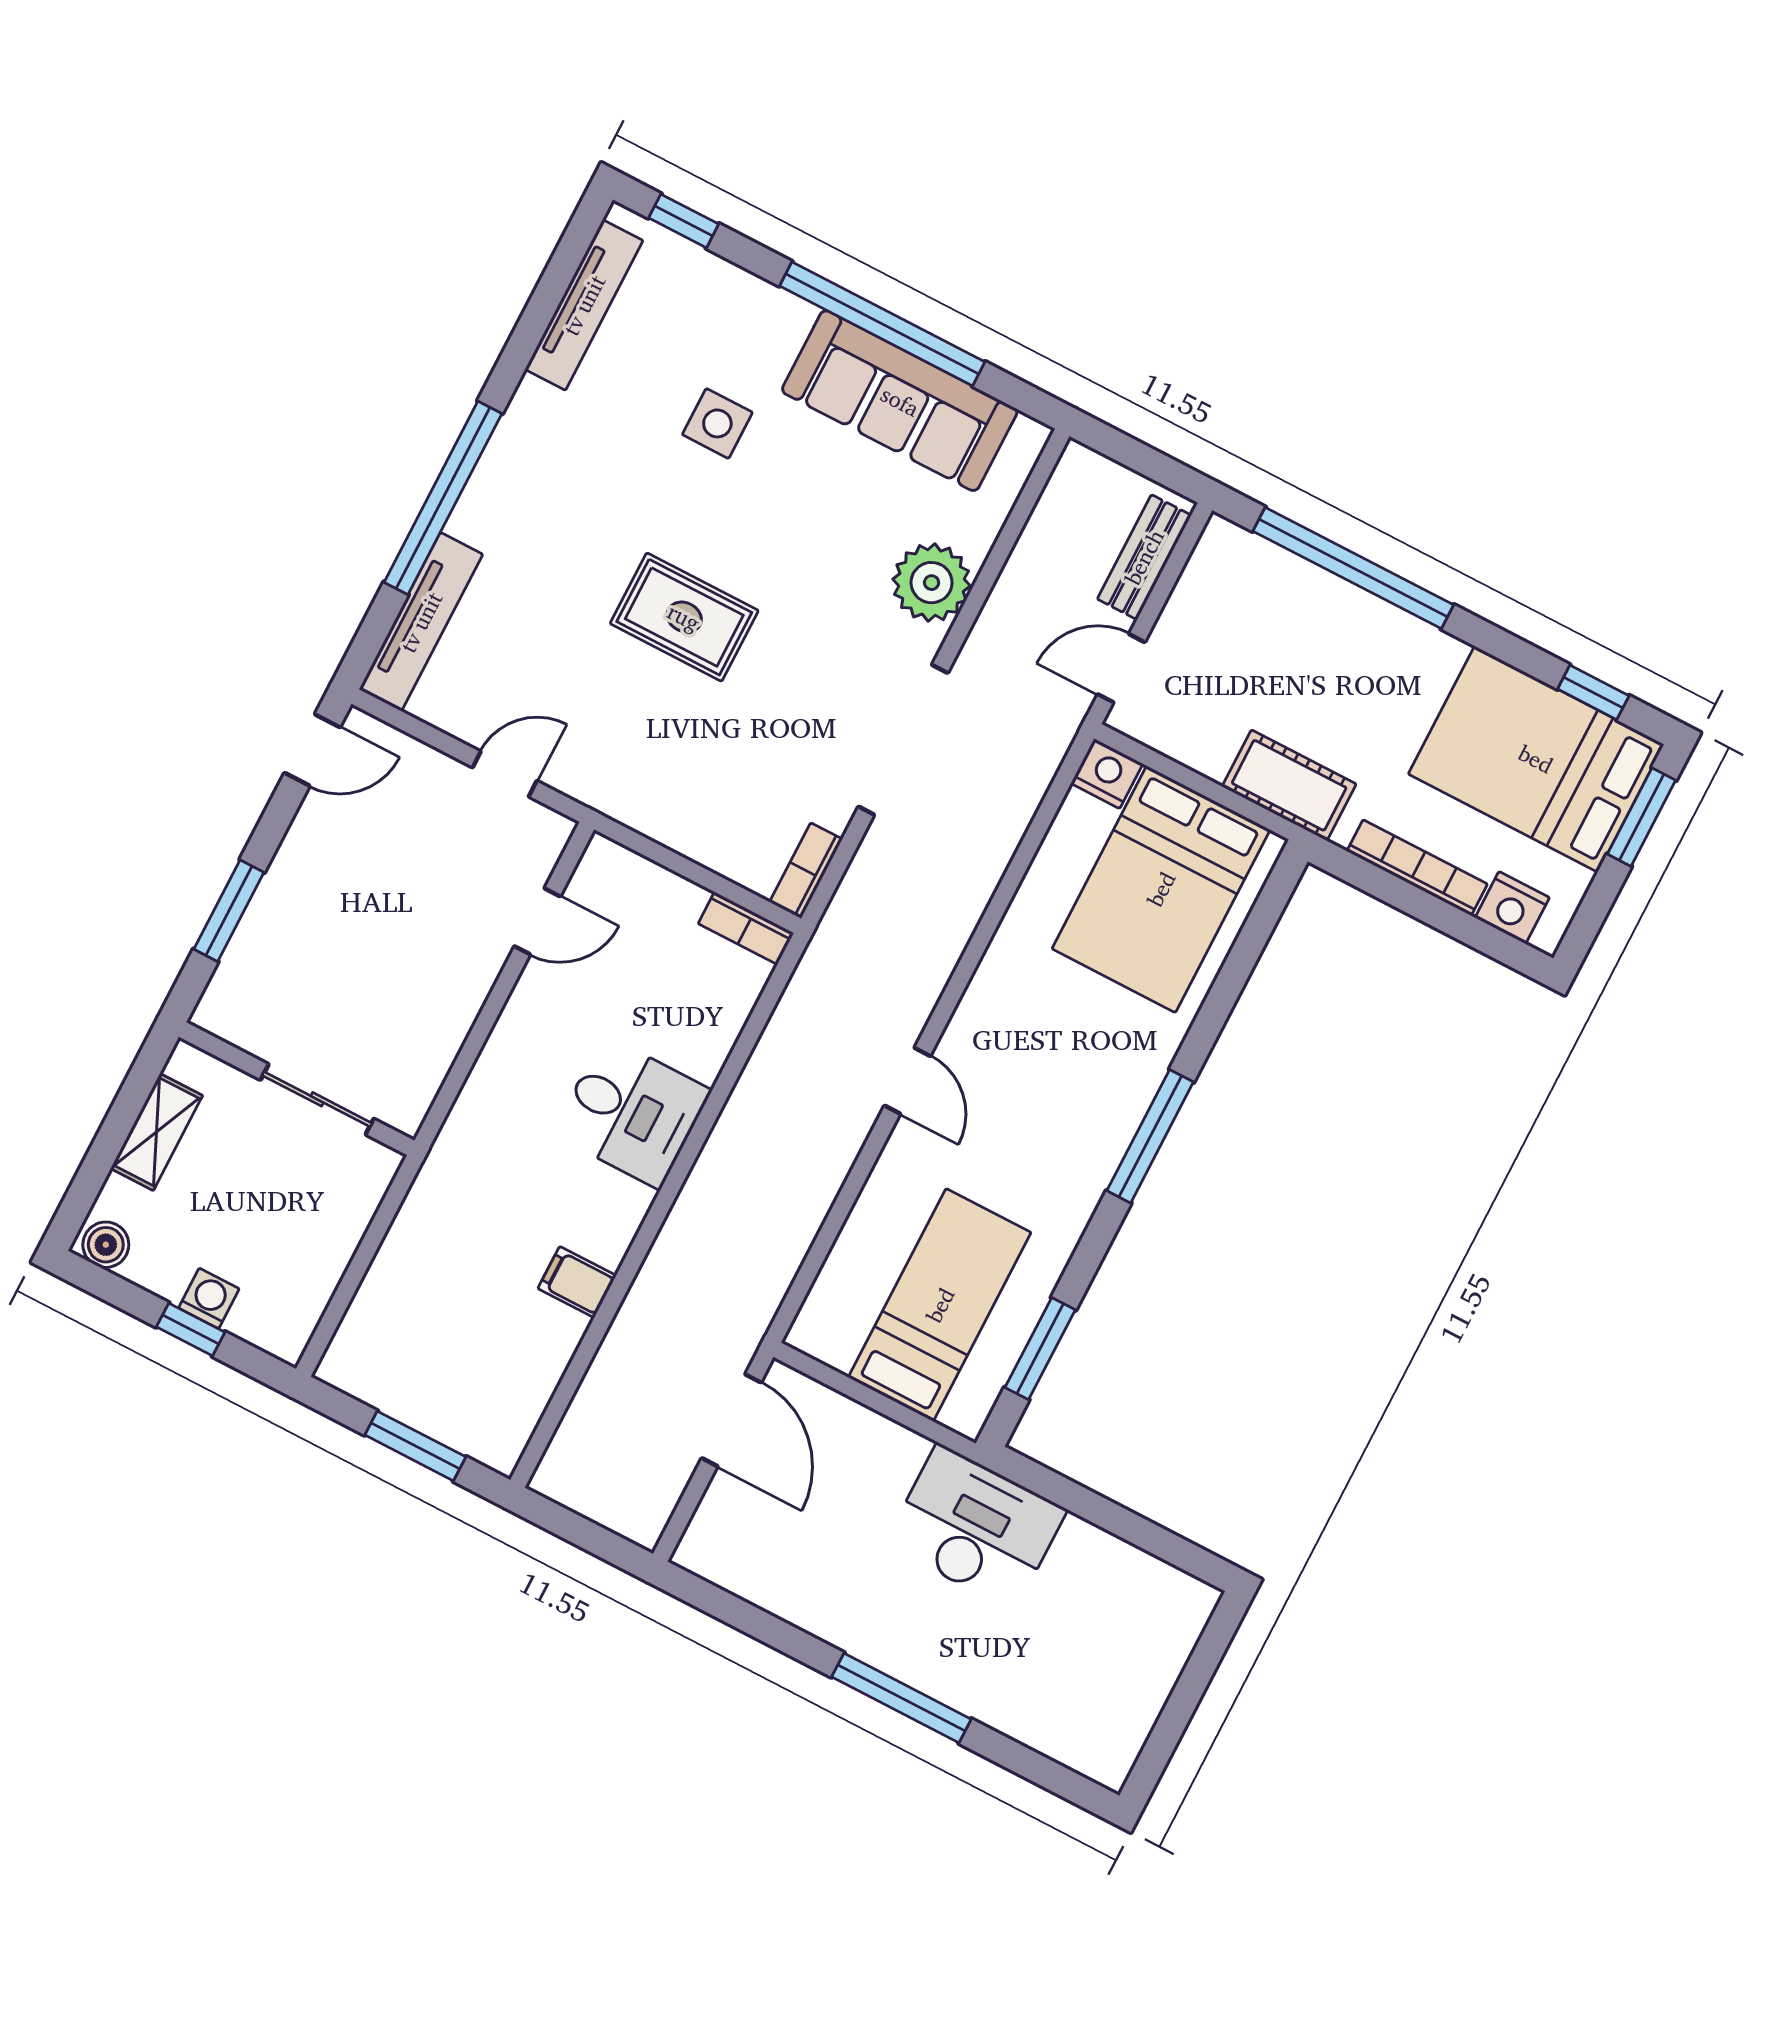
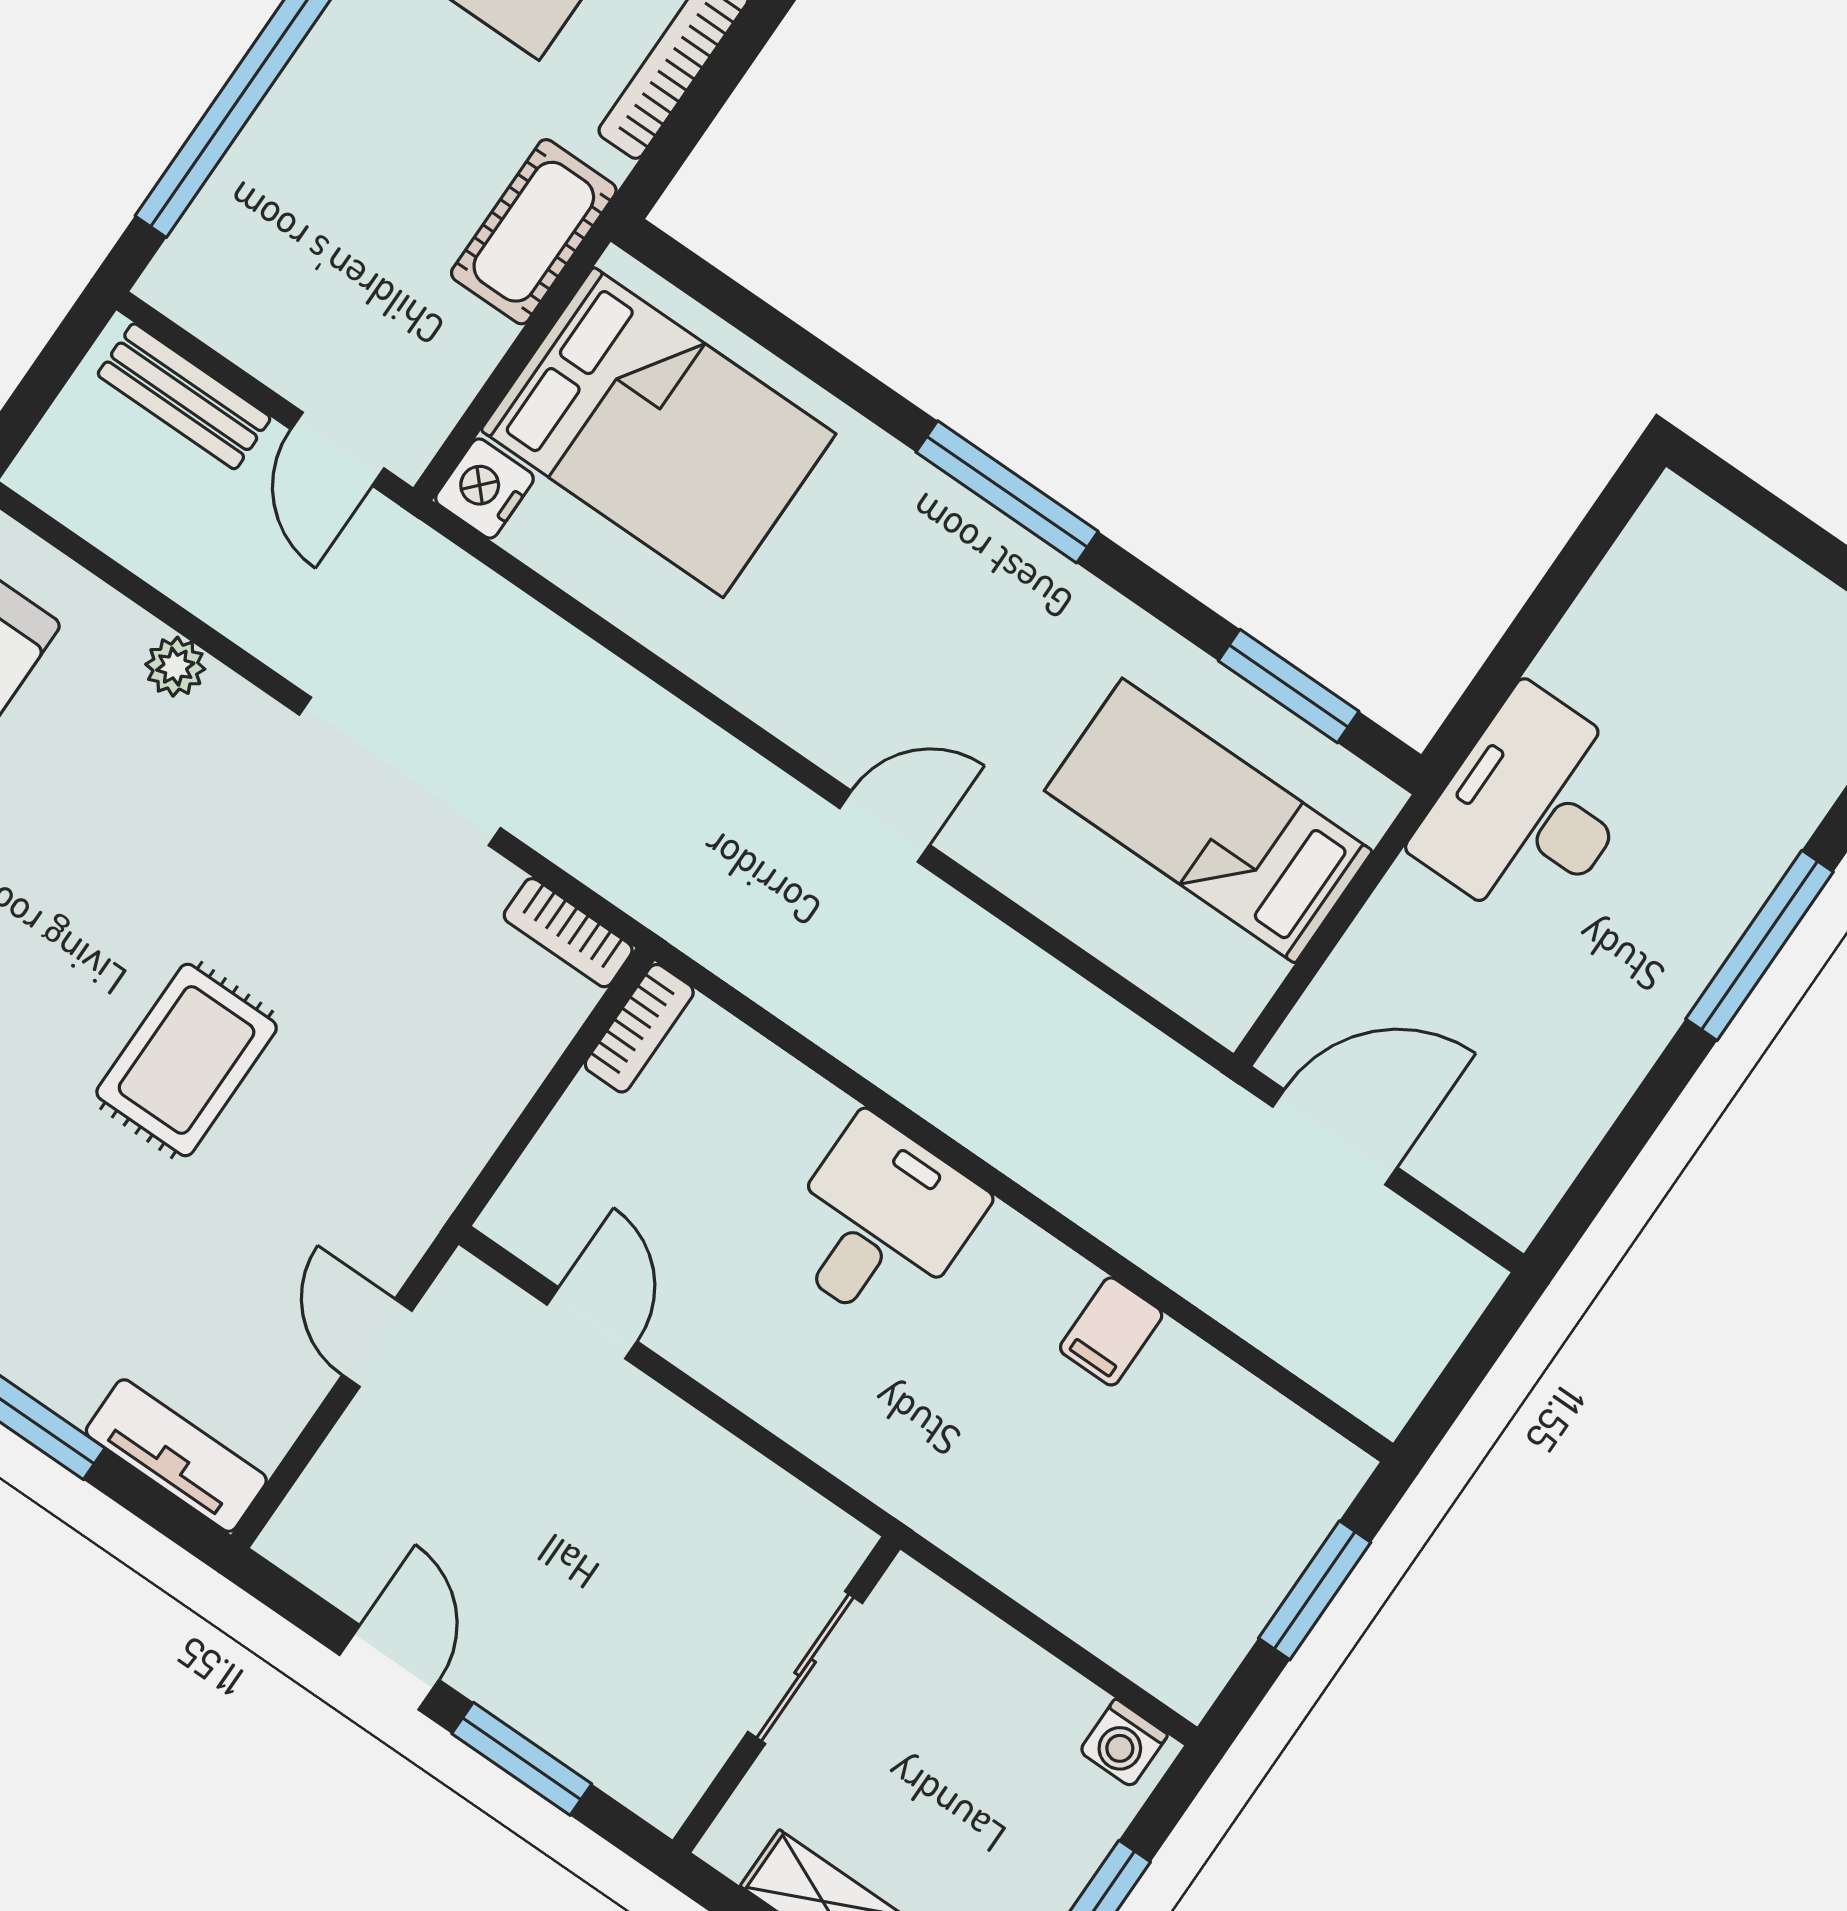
plant: (932, 583) -> (175, 667), width x0.53, depth x0.53
tv unit: (421, 622) -> (176, 1456), width x0.71
door: (312, 750) -> (389, 1667), moved
washing machine: (209, 1298) -> (1124, 1743), moved, turned -90

